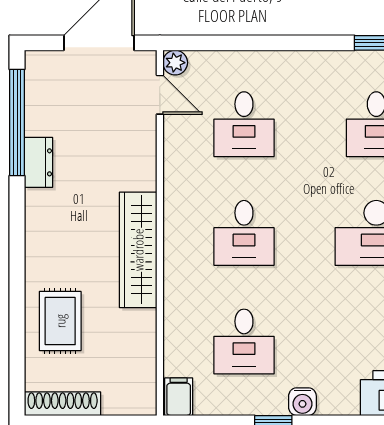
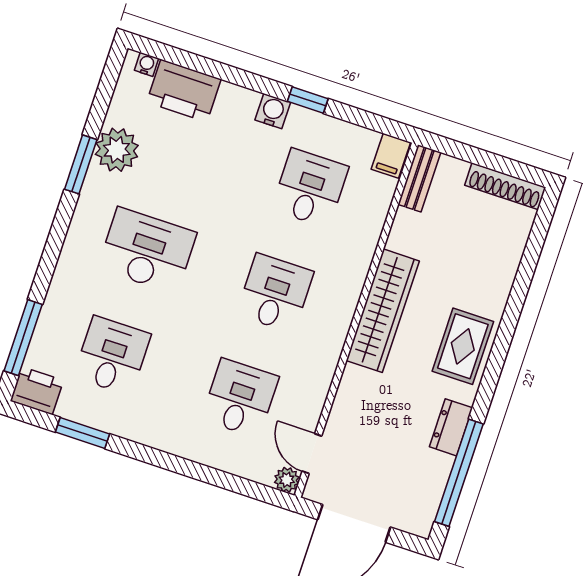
rug: (60, 321) -> (463, 346), moved
bench: (145, 384) -> (419, 178), added

